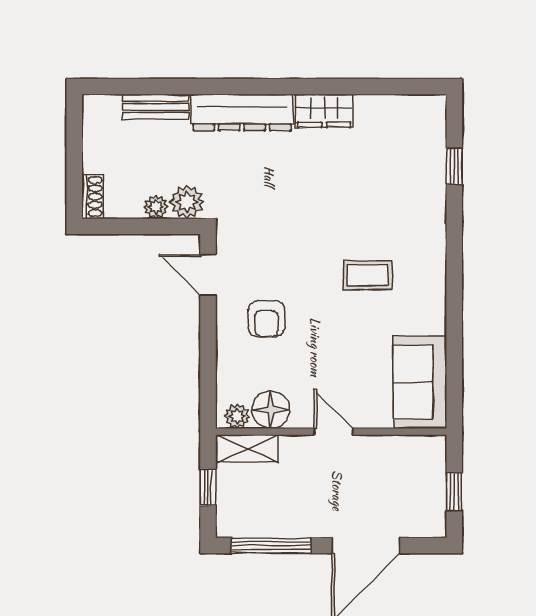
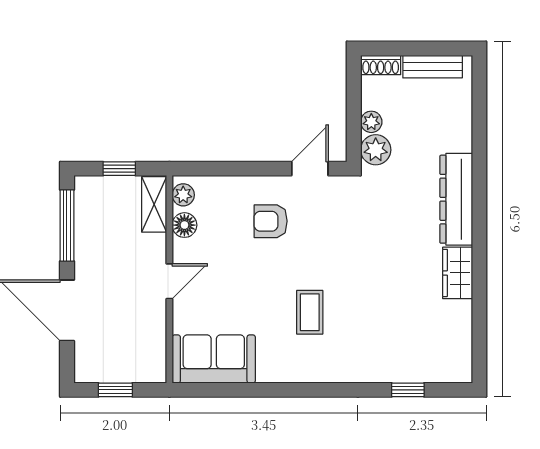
bench: (156, 107) -> (433, 67), moved, turned 90
floor lamp: (271, 410) -> (184, 225), width x0.73, depth x0.73

